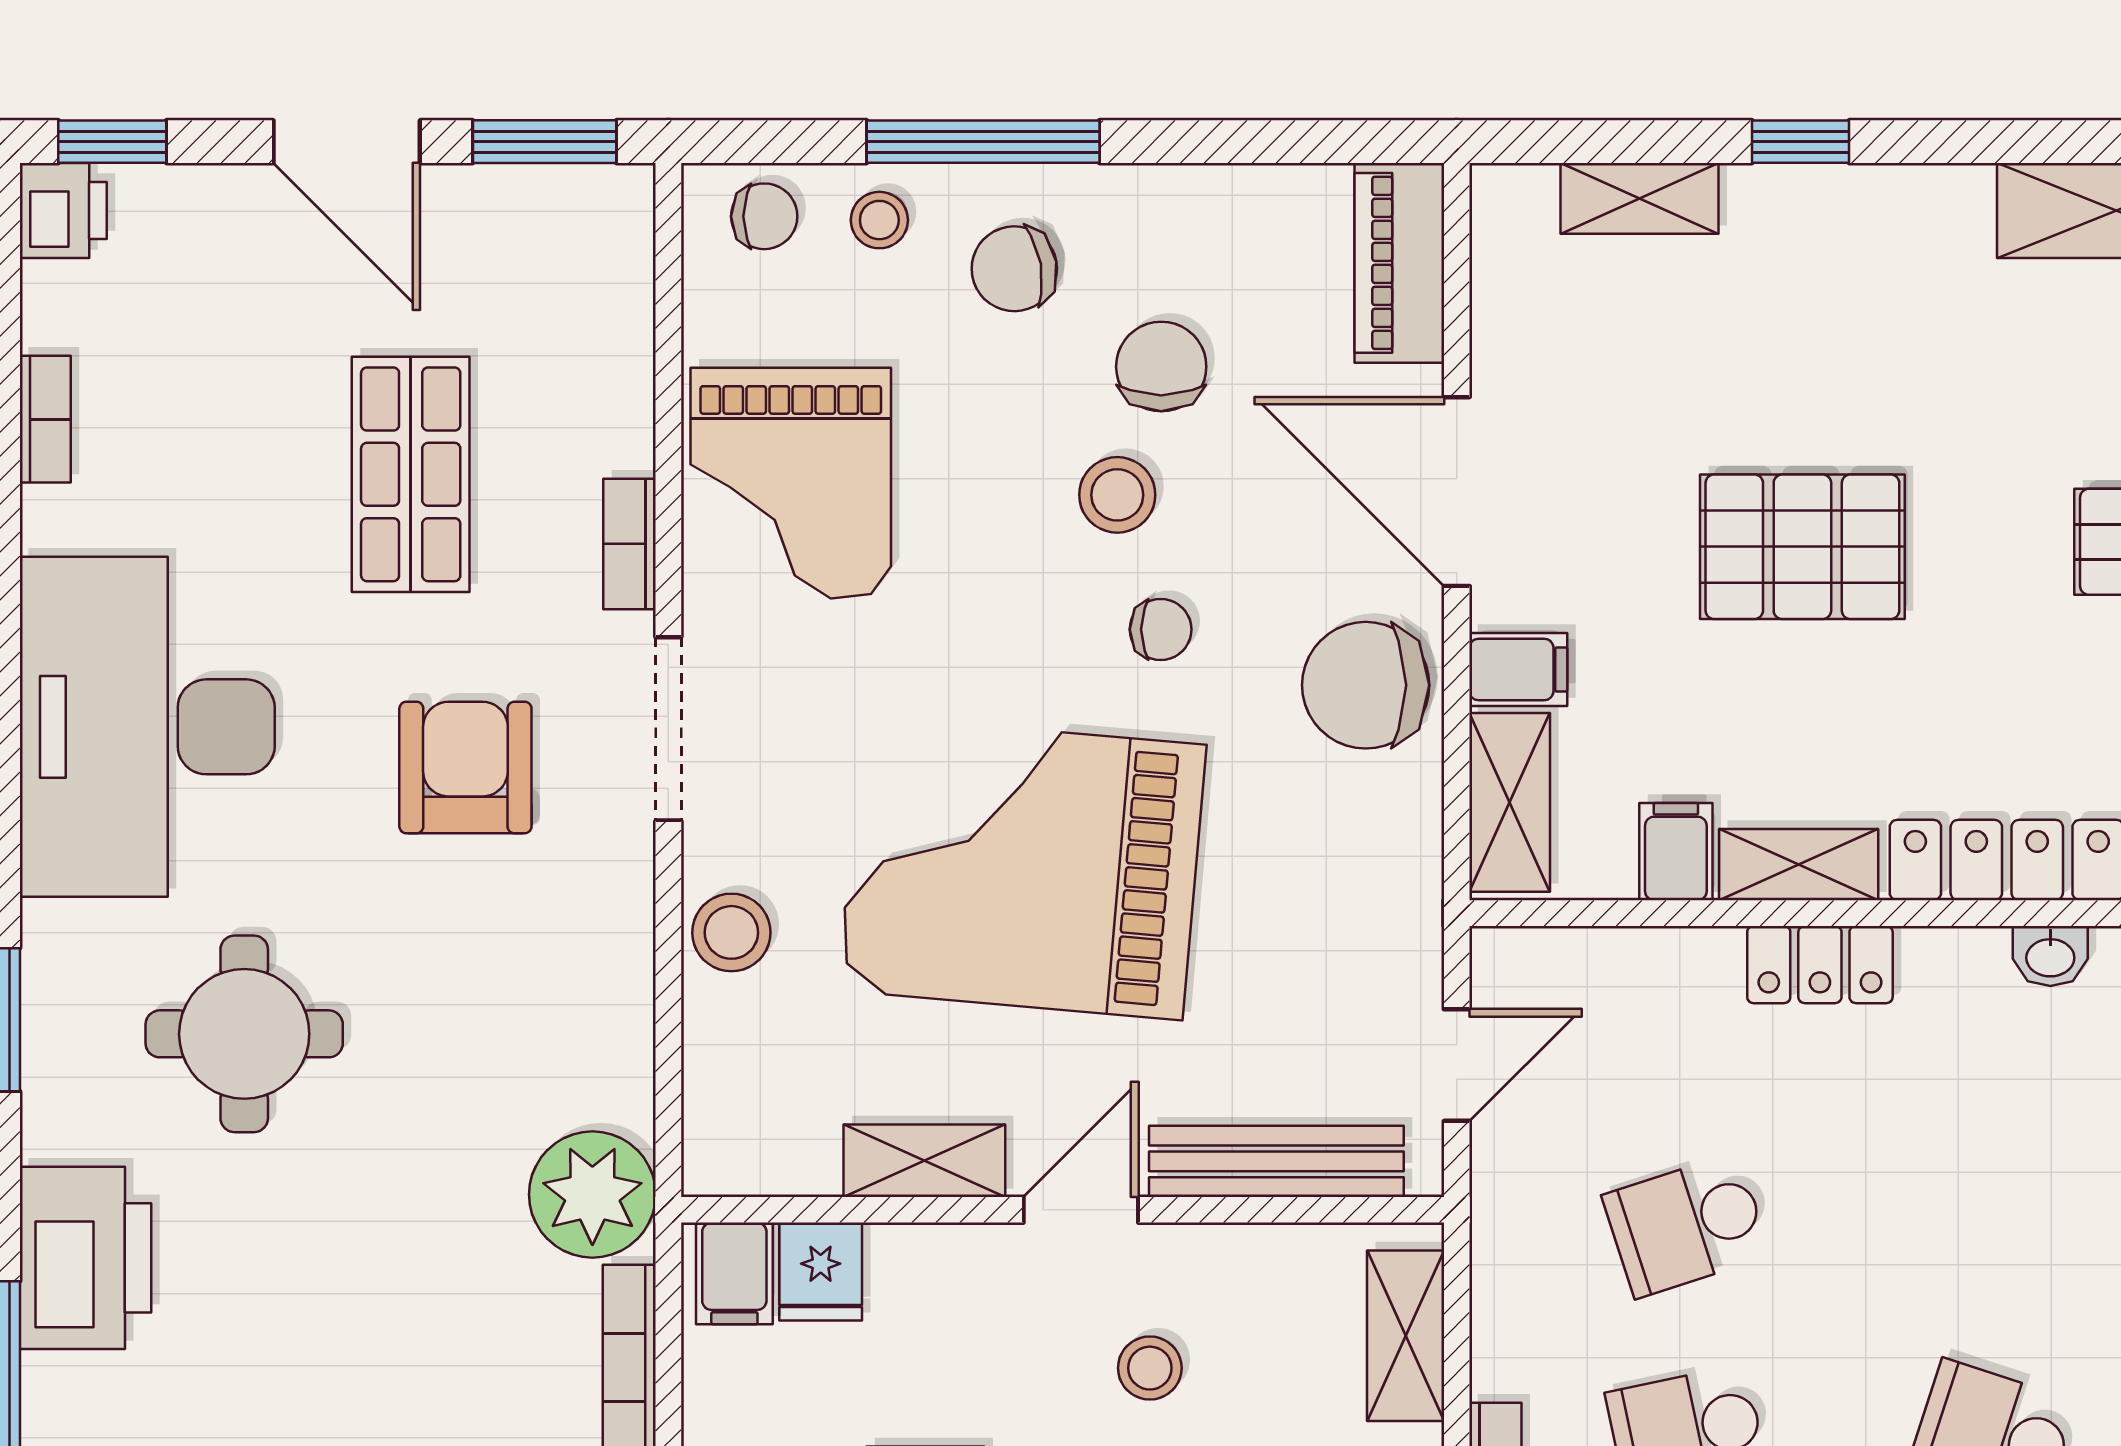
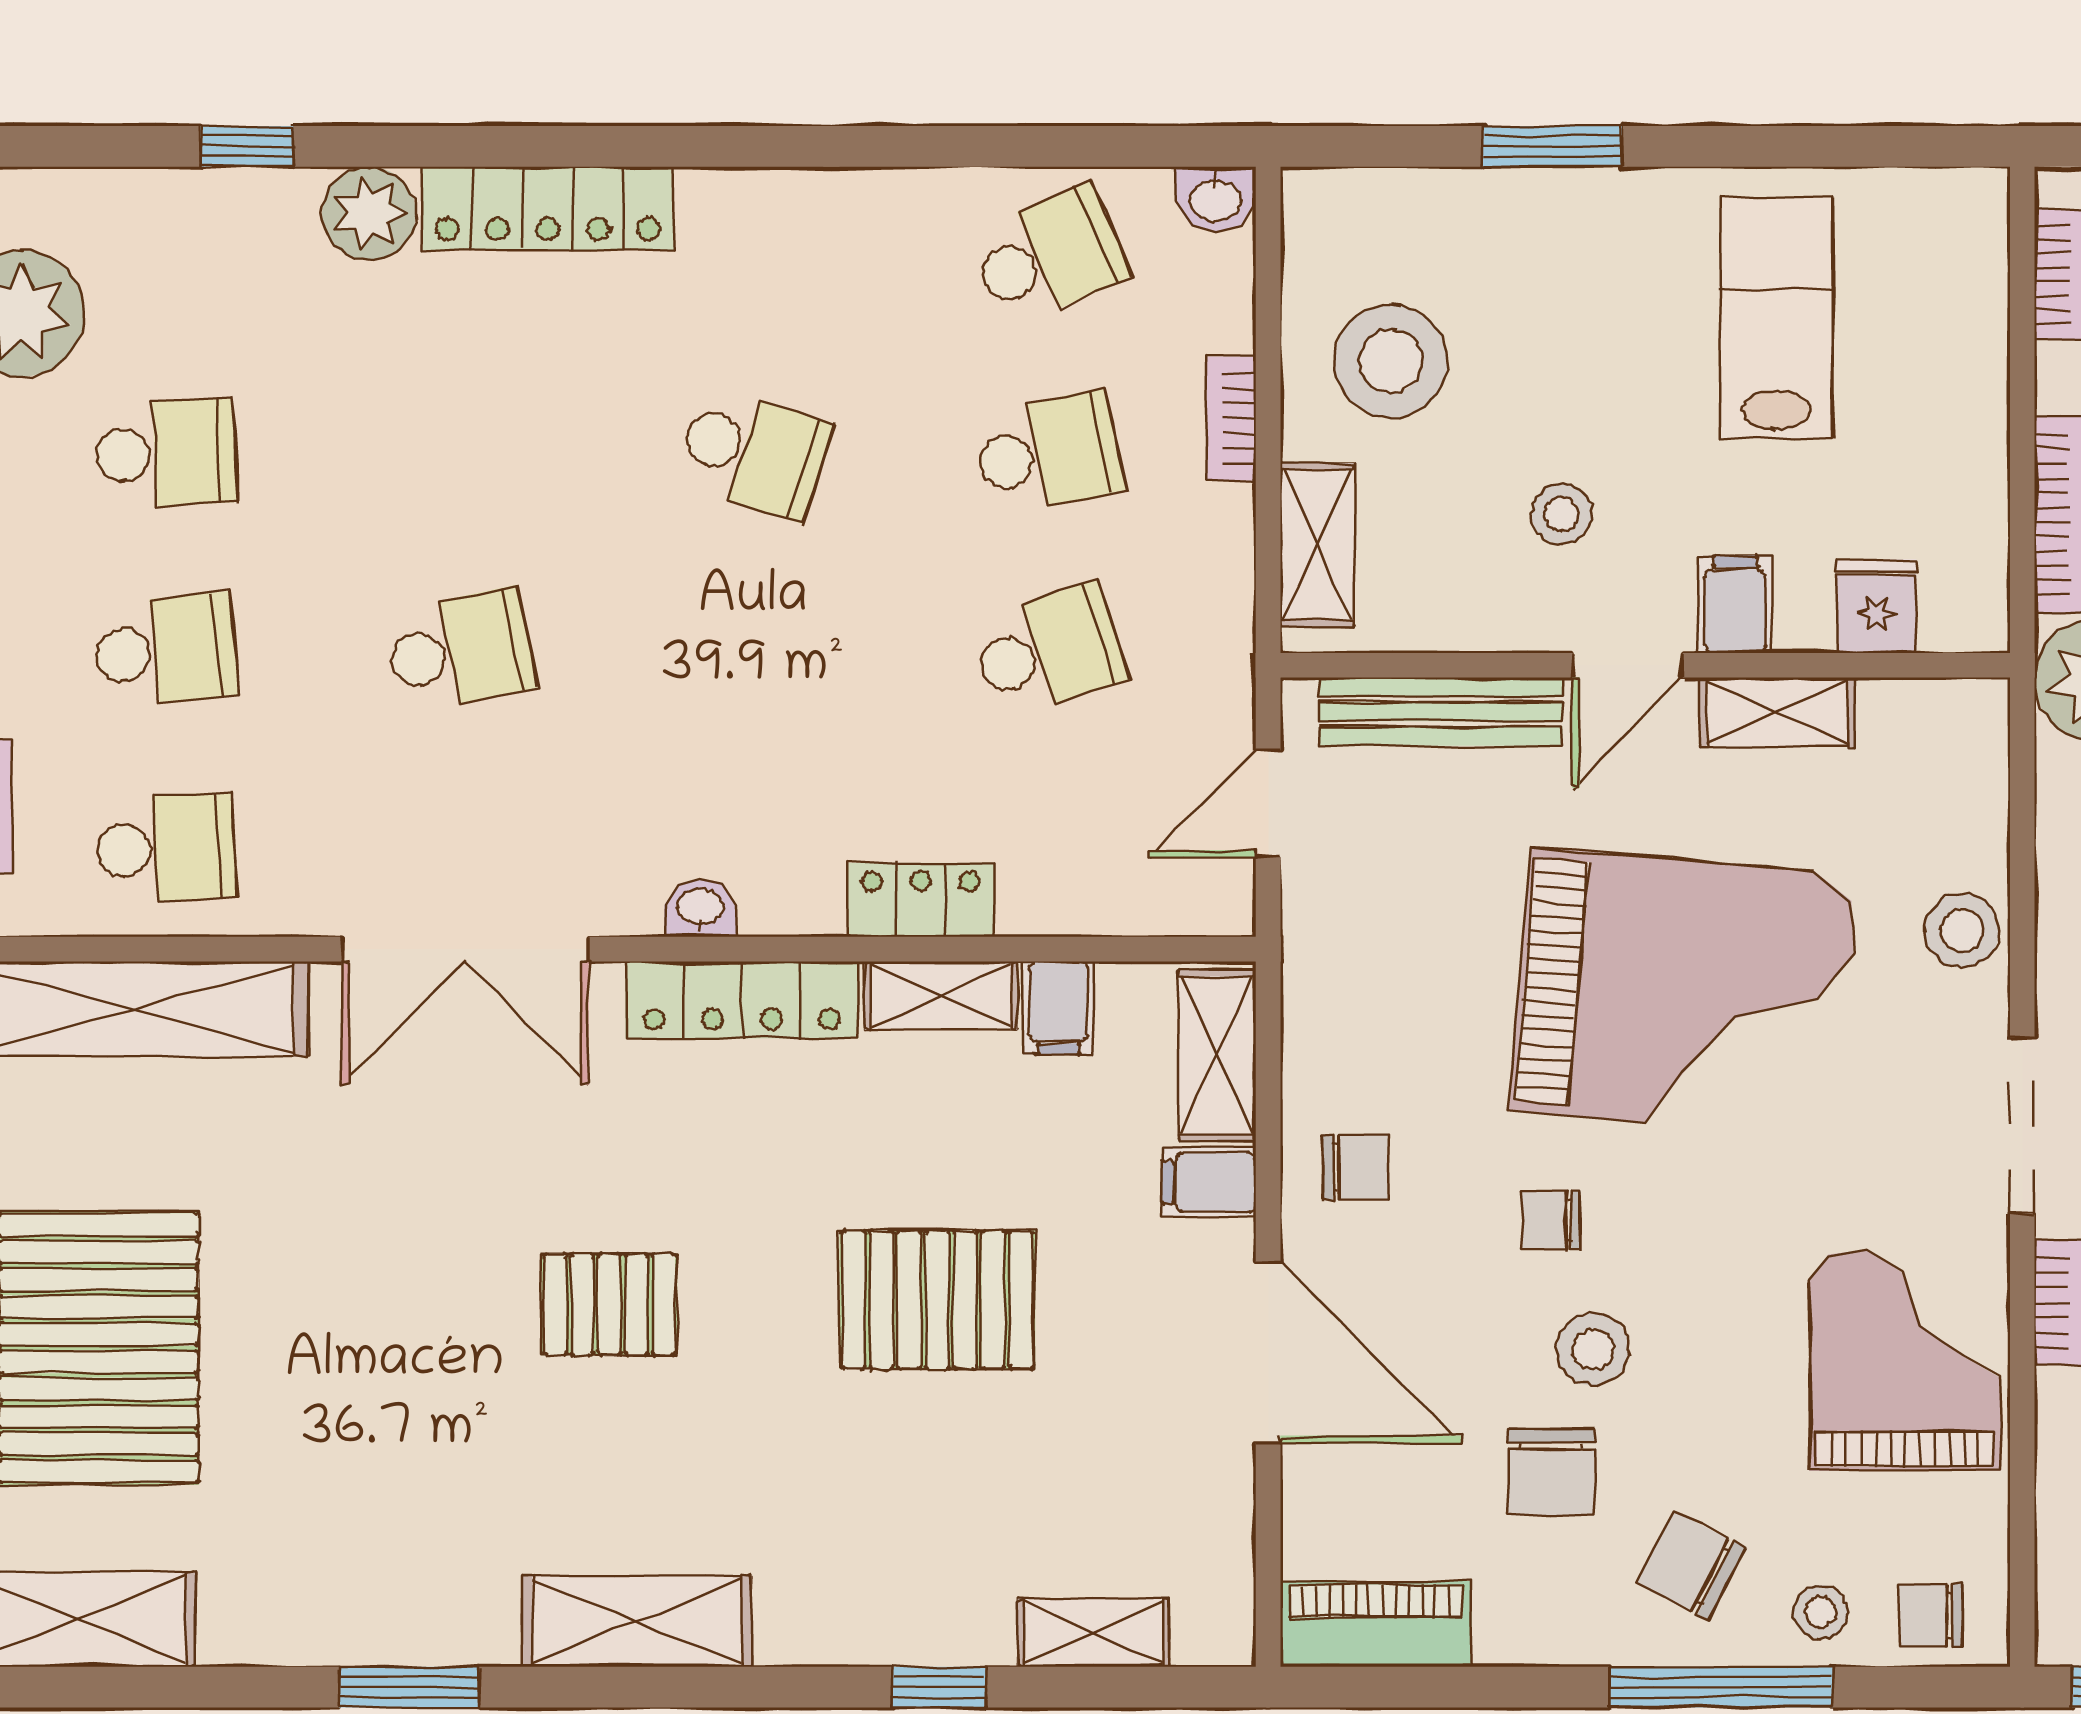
piano: (1399, 263) -> (1376, 1624), moved, turned -90
chair: (1014, 269) -> (1691, 1566), turned -143
chair: (1366, 685) -> (1355, 1167), width x0.54, depth x0.54
filing cabinet: (734, 1273) -> (1735, 604), moved

